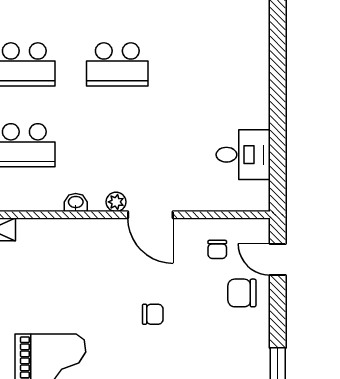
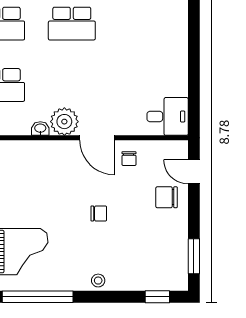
desk: (243, 155) -> (168, 116), moved
plant: (116, 202) -> (64, 122), width x1.87, depth x1.87
chair: (217, 249) -> (129, 159), moved

